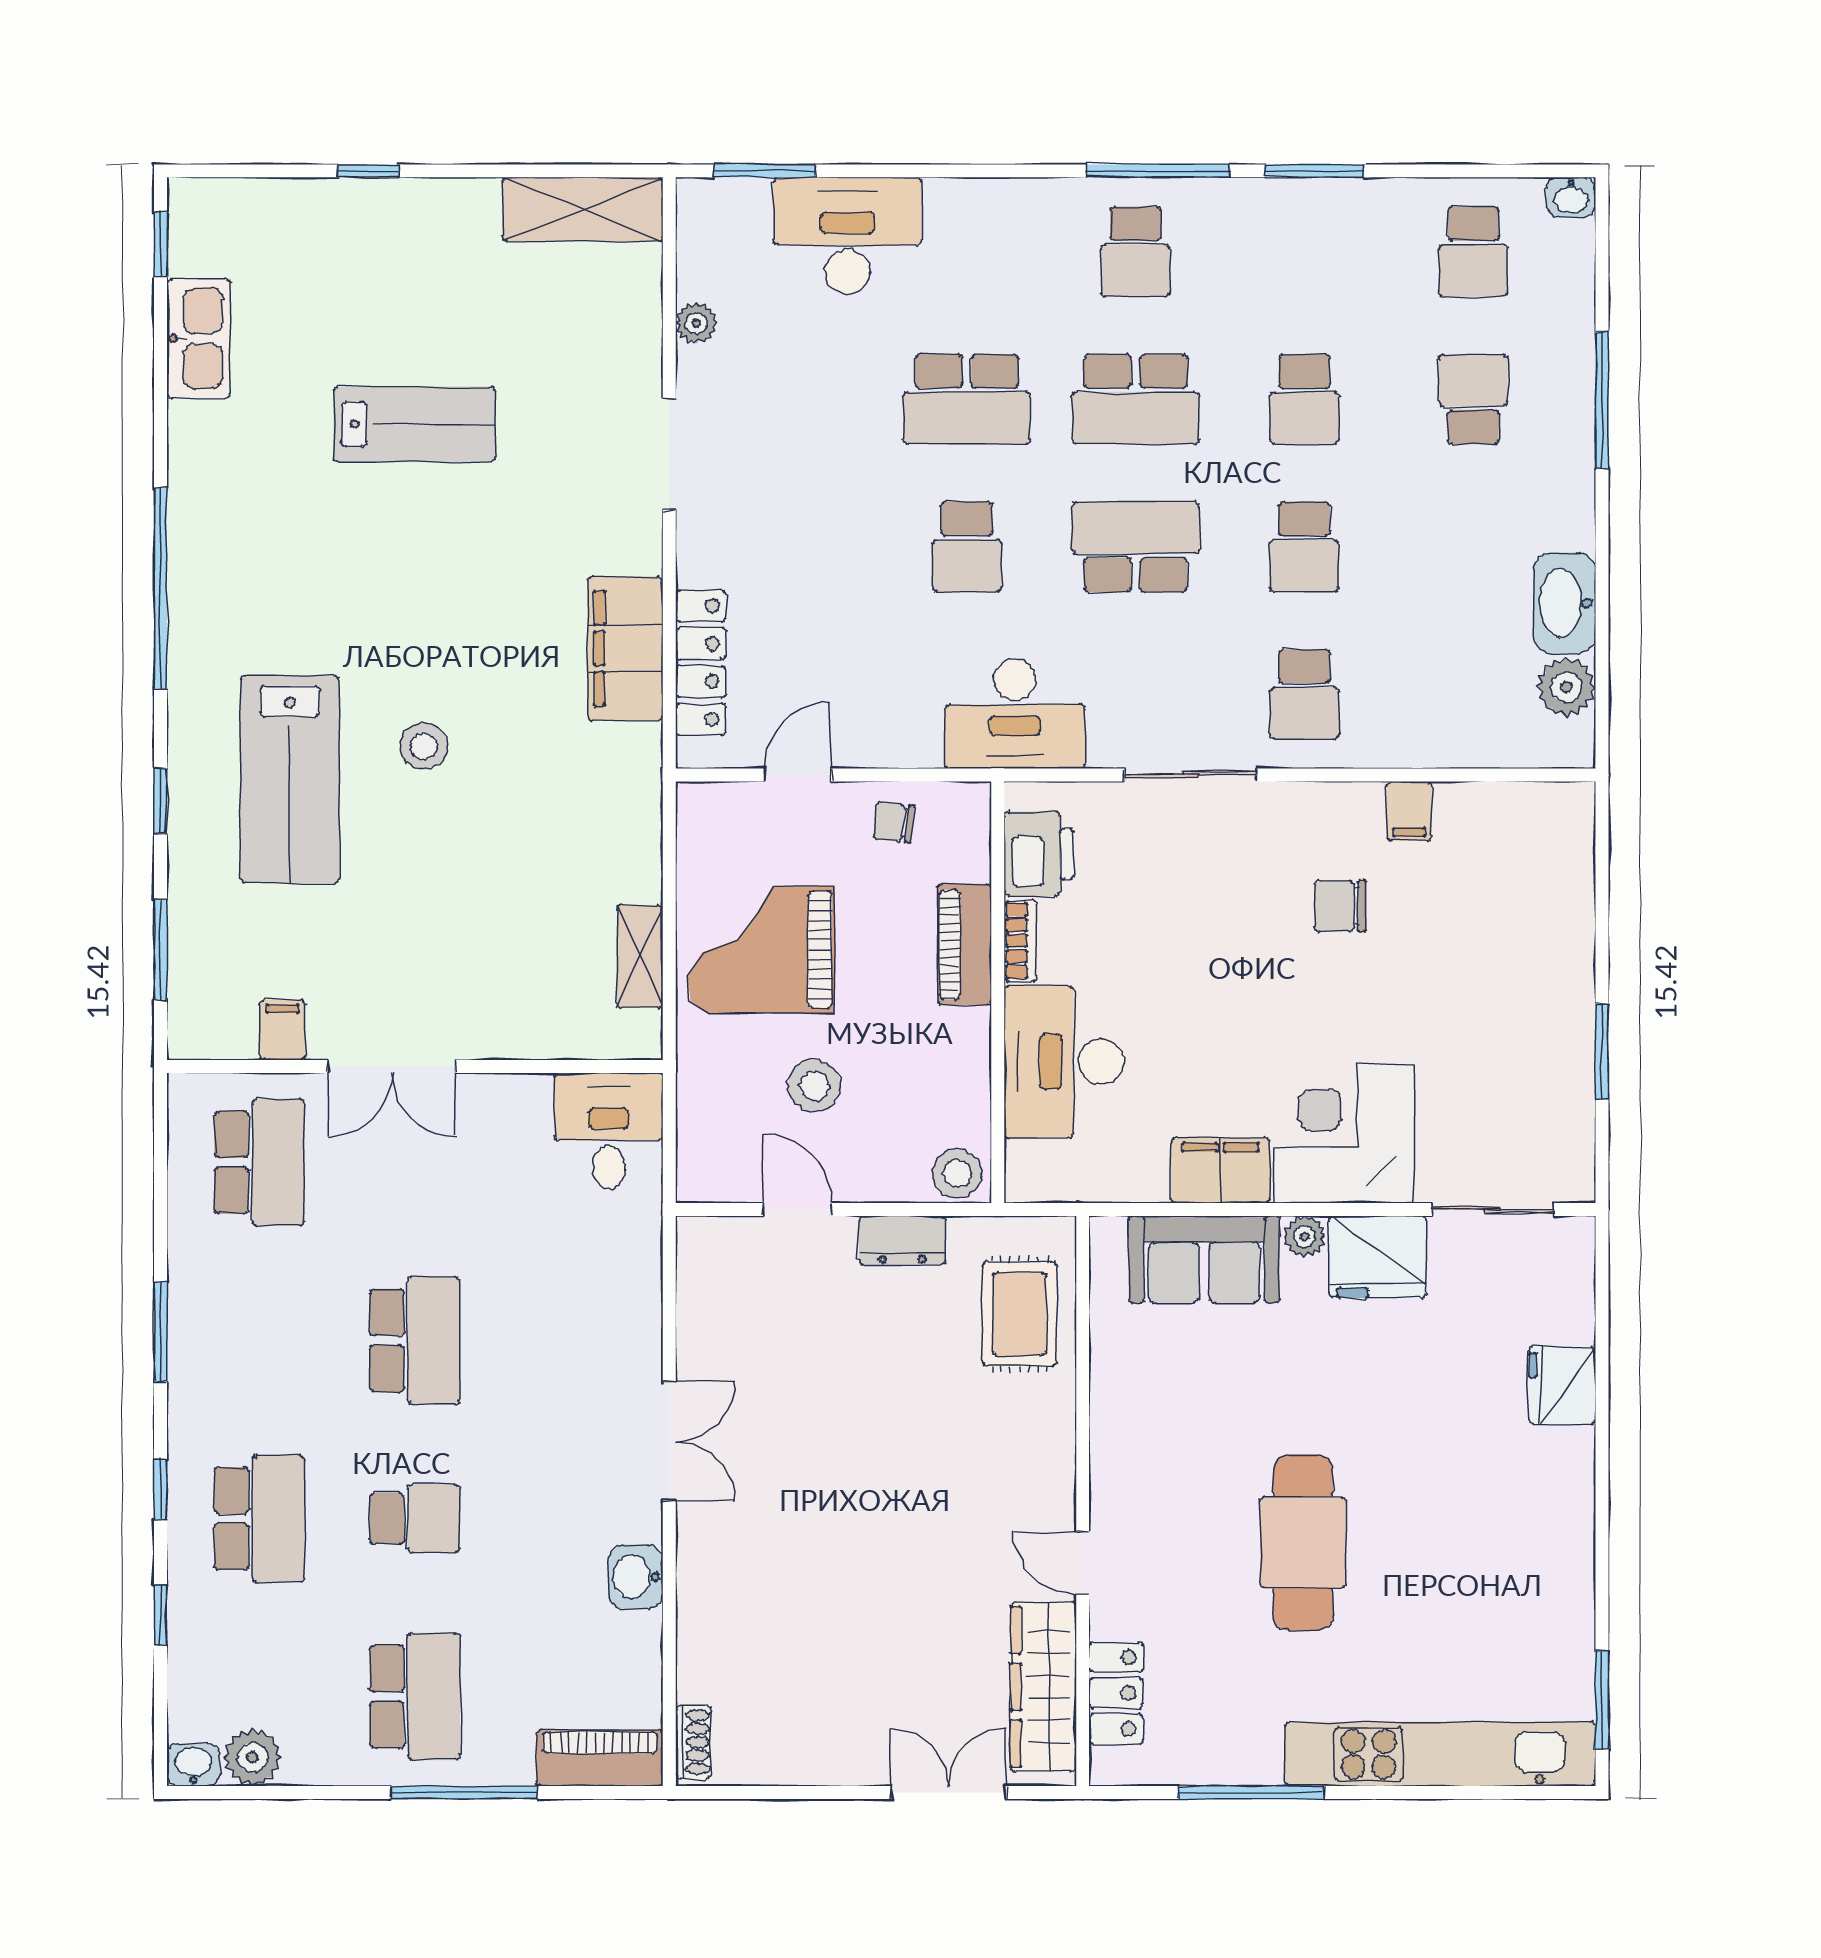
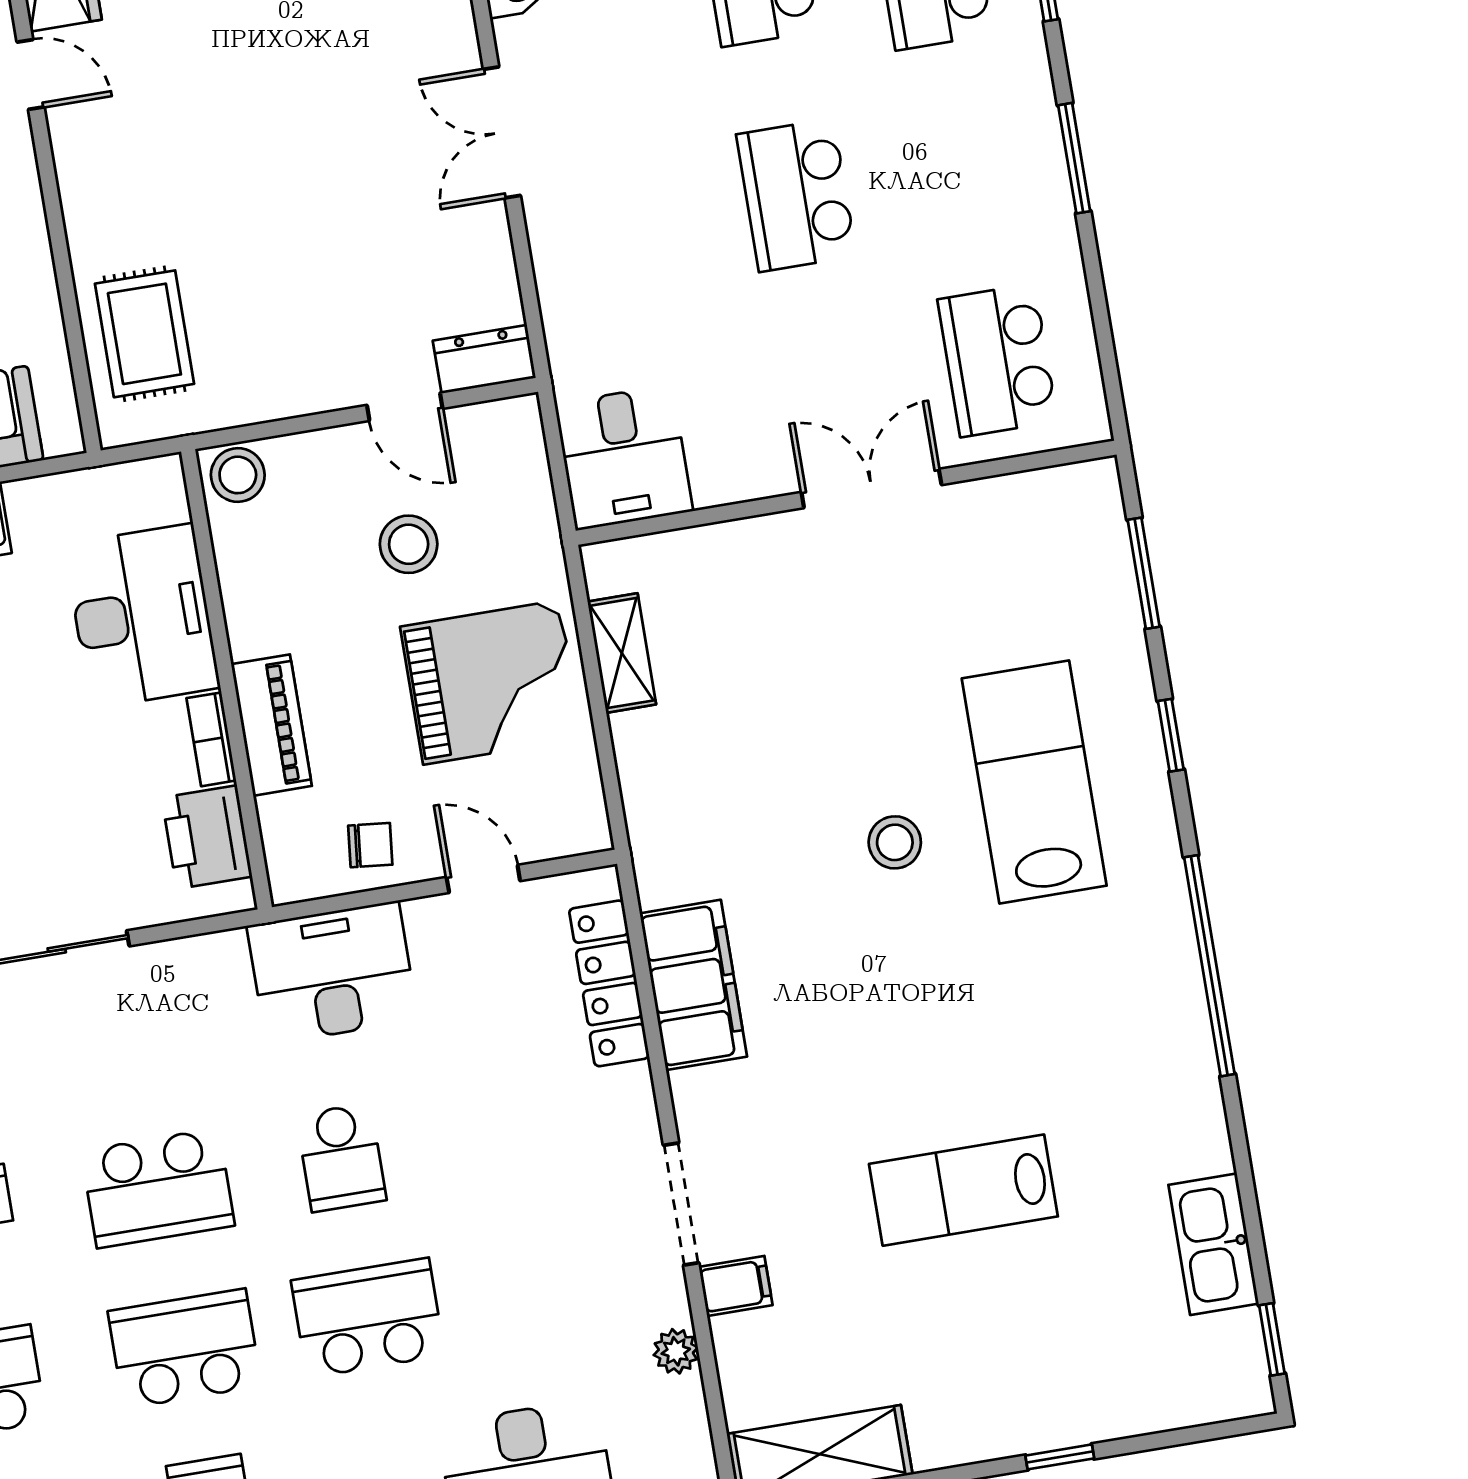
school desk: (967, 547) -> (341, 1158), turned 180
desk: (1015, 714) -> (332, 973), moved
door: (798, 775) -> (483, 879), swing flipped
filing cabinet: (282, 1030) -> (736, 1286), moved, turned -90
dresser: (902, 1240) -> (484, 359), moved

